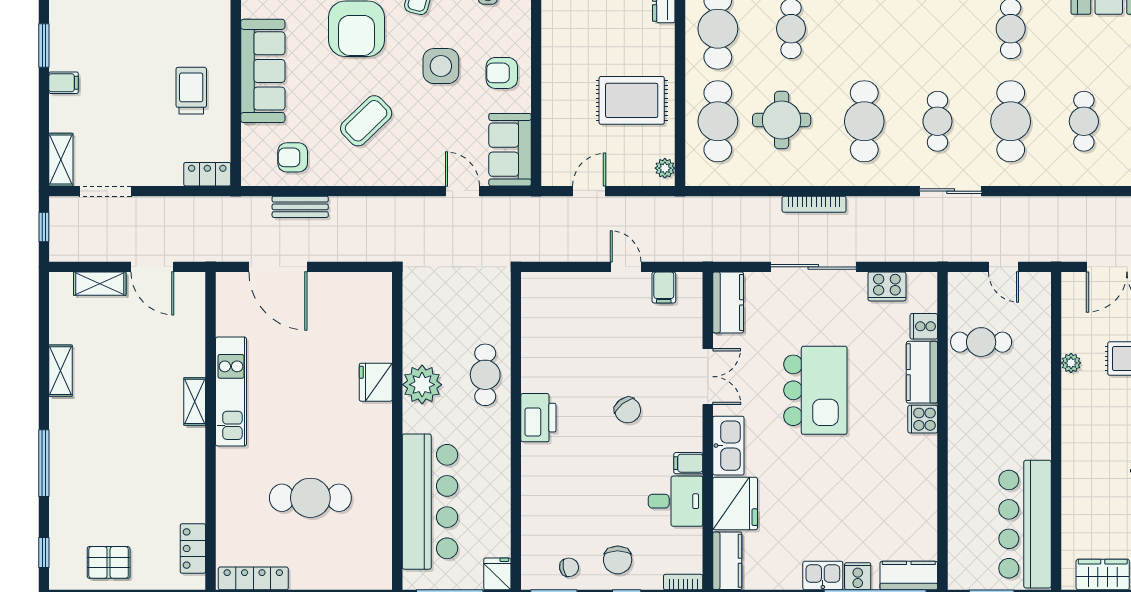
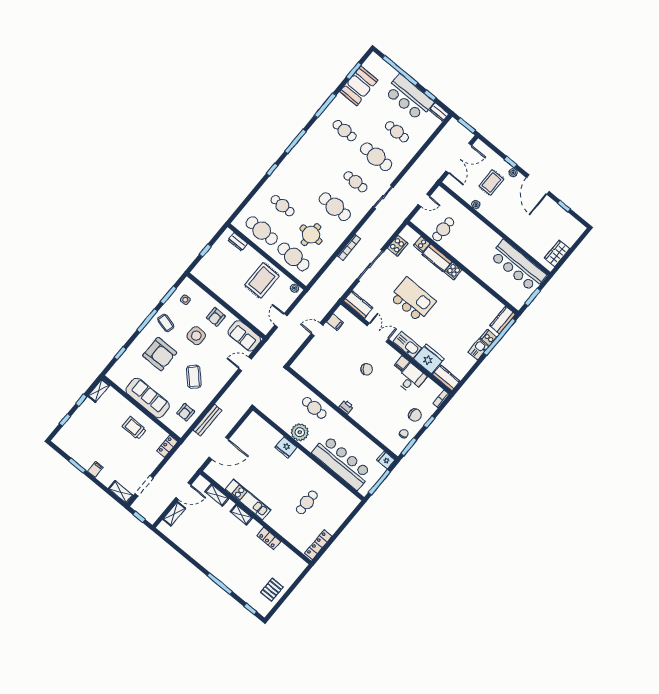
bench: (300, 207) -> (207, 420), width x1.36
shelving: (61, 371) -> (217, 495), moved
printer: (538, 418) -> (346, 407), width x0.53, depth x0.68
cafe table: (310, 498) -> (307, 502), width x0.73, depth x0.74
locker: (193, 548) -> (269, 538), moved

